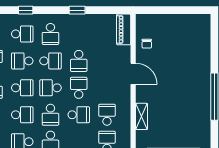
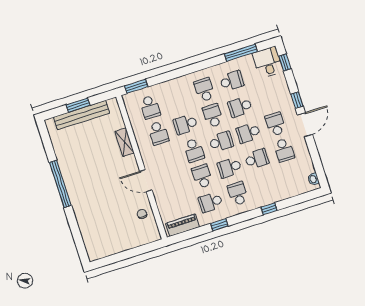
piano: (124, 29) -> (182, 225), moved, turned -90
school desk: (22, 34) -> (211, 202), moved

